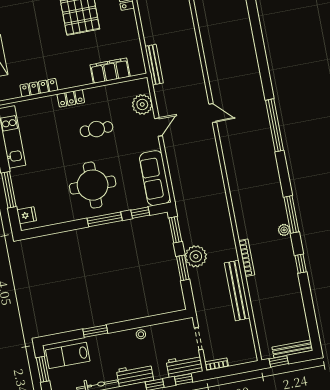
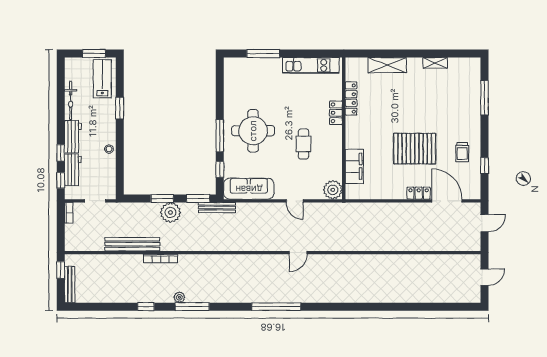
bench: (154, 65) -> (217, 208), moved
locker: (71, 98) -> (336, 113), moved
plant: (142, 104) -> (333, 190), moved
fridge: (27, 215) -> (237, 65), removed
workbench: (184, 366) -> (73, 170), moved

